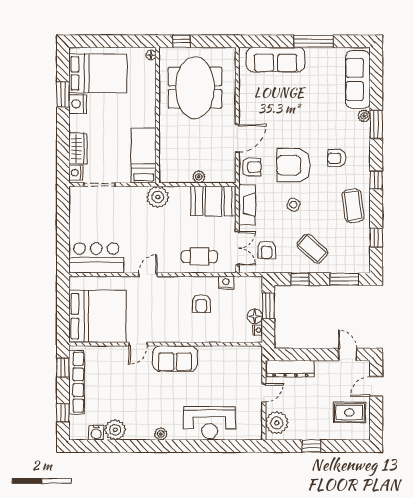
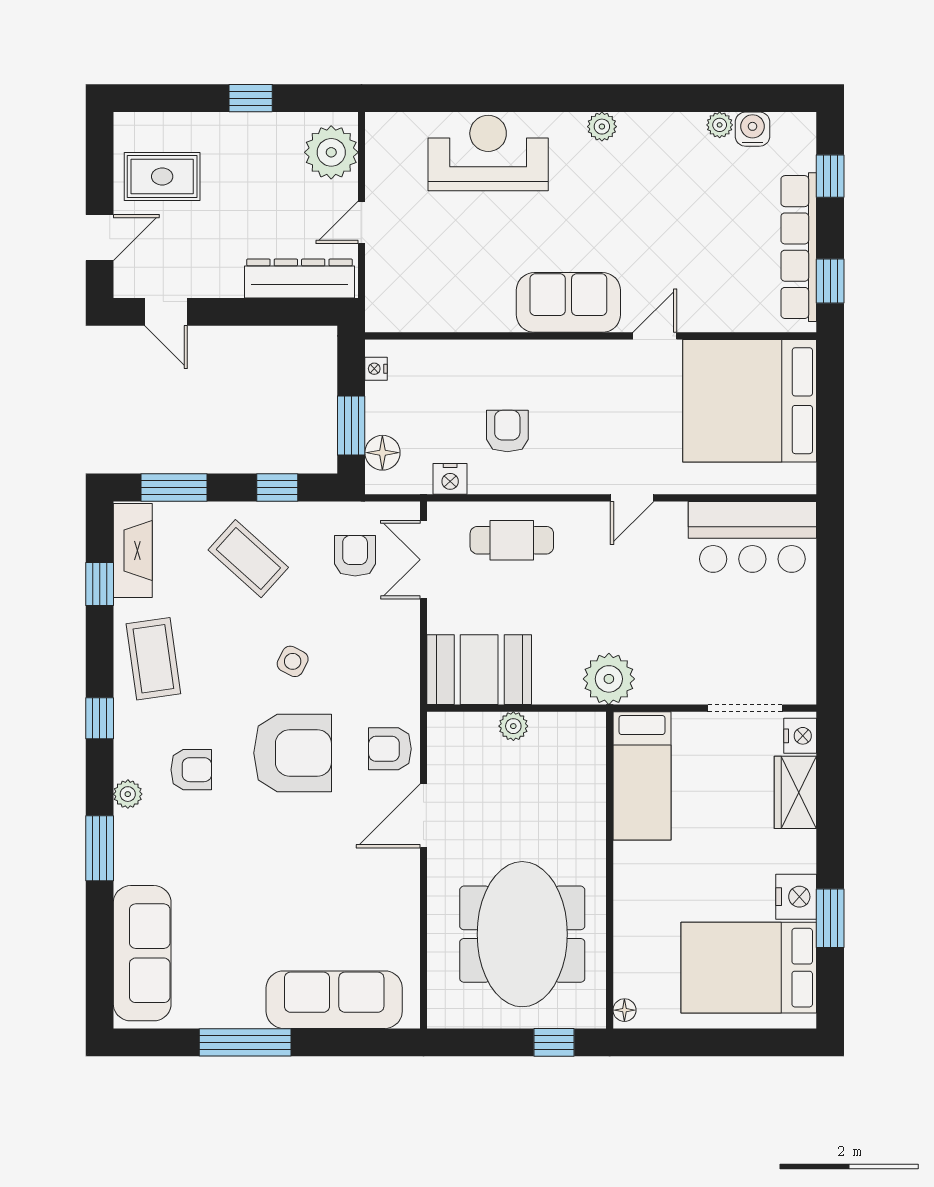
plant: (364, 116) -> (128, 794), moved
fireplace: (247, 205) -> (133, 550), moved, turned 180
floor lamp: (255, 316) -> (382, 453), moved
plant: (115, 430) -> (720, 125), width x0.53, depth x0.53

